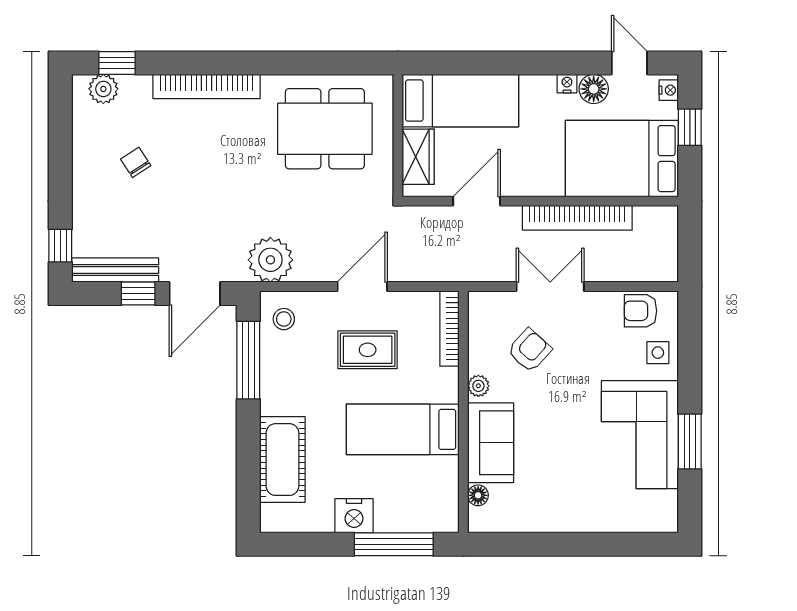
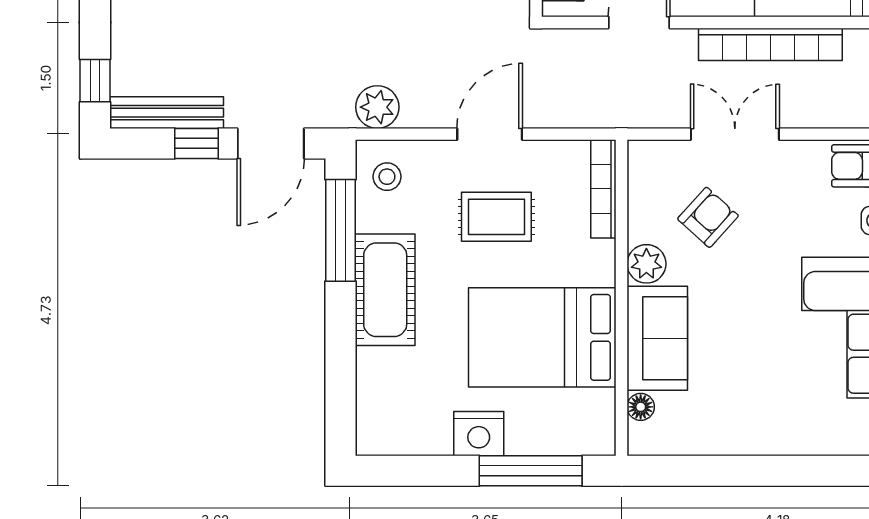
plant: (270, 260) -> (377, 107), width x0.73, depth x0.73
plant: (478, 386) -> (646, 264), width x1.38, depth x1.38
bed: (403, 429) -> (542, 337), width x1.50
cot: (282, 460) -> (385, 290), moved

